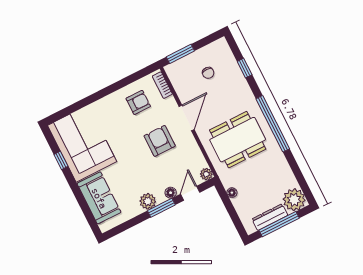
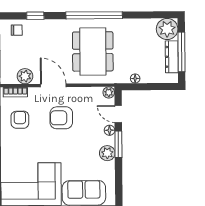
chair: (208, 73) -> (17, 30), moved
plant: (182, 87) -> (25, 76), added

